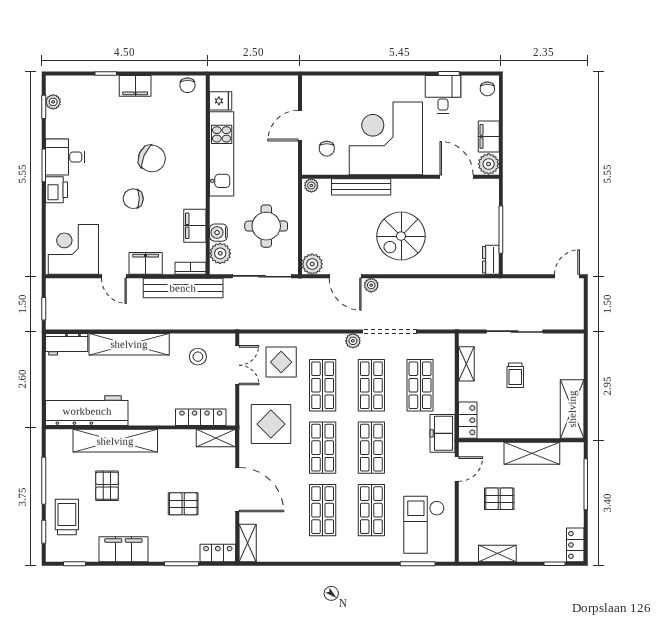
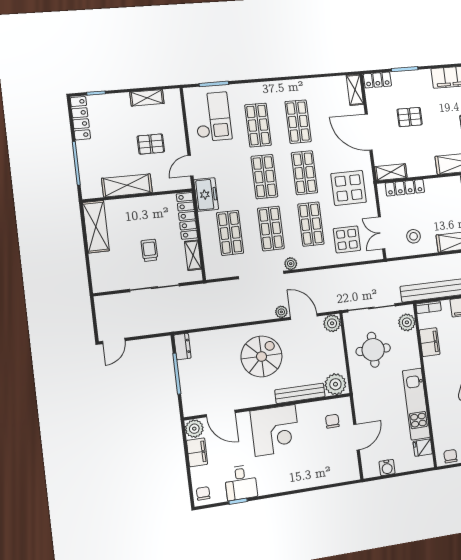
corner desk: (386, 138) -> (275, 430), width x0.74, depth x0.74
plant: (311, 185) -> (335, 384), width x1.88, depth x1.88
water cooler: (218, 233) -> (387, 468), moved, turned 90
locker: (468, 420) -> (187, 216), width x1.53
locker: (575, 545) -> (80, 118), width x1.53

